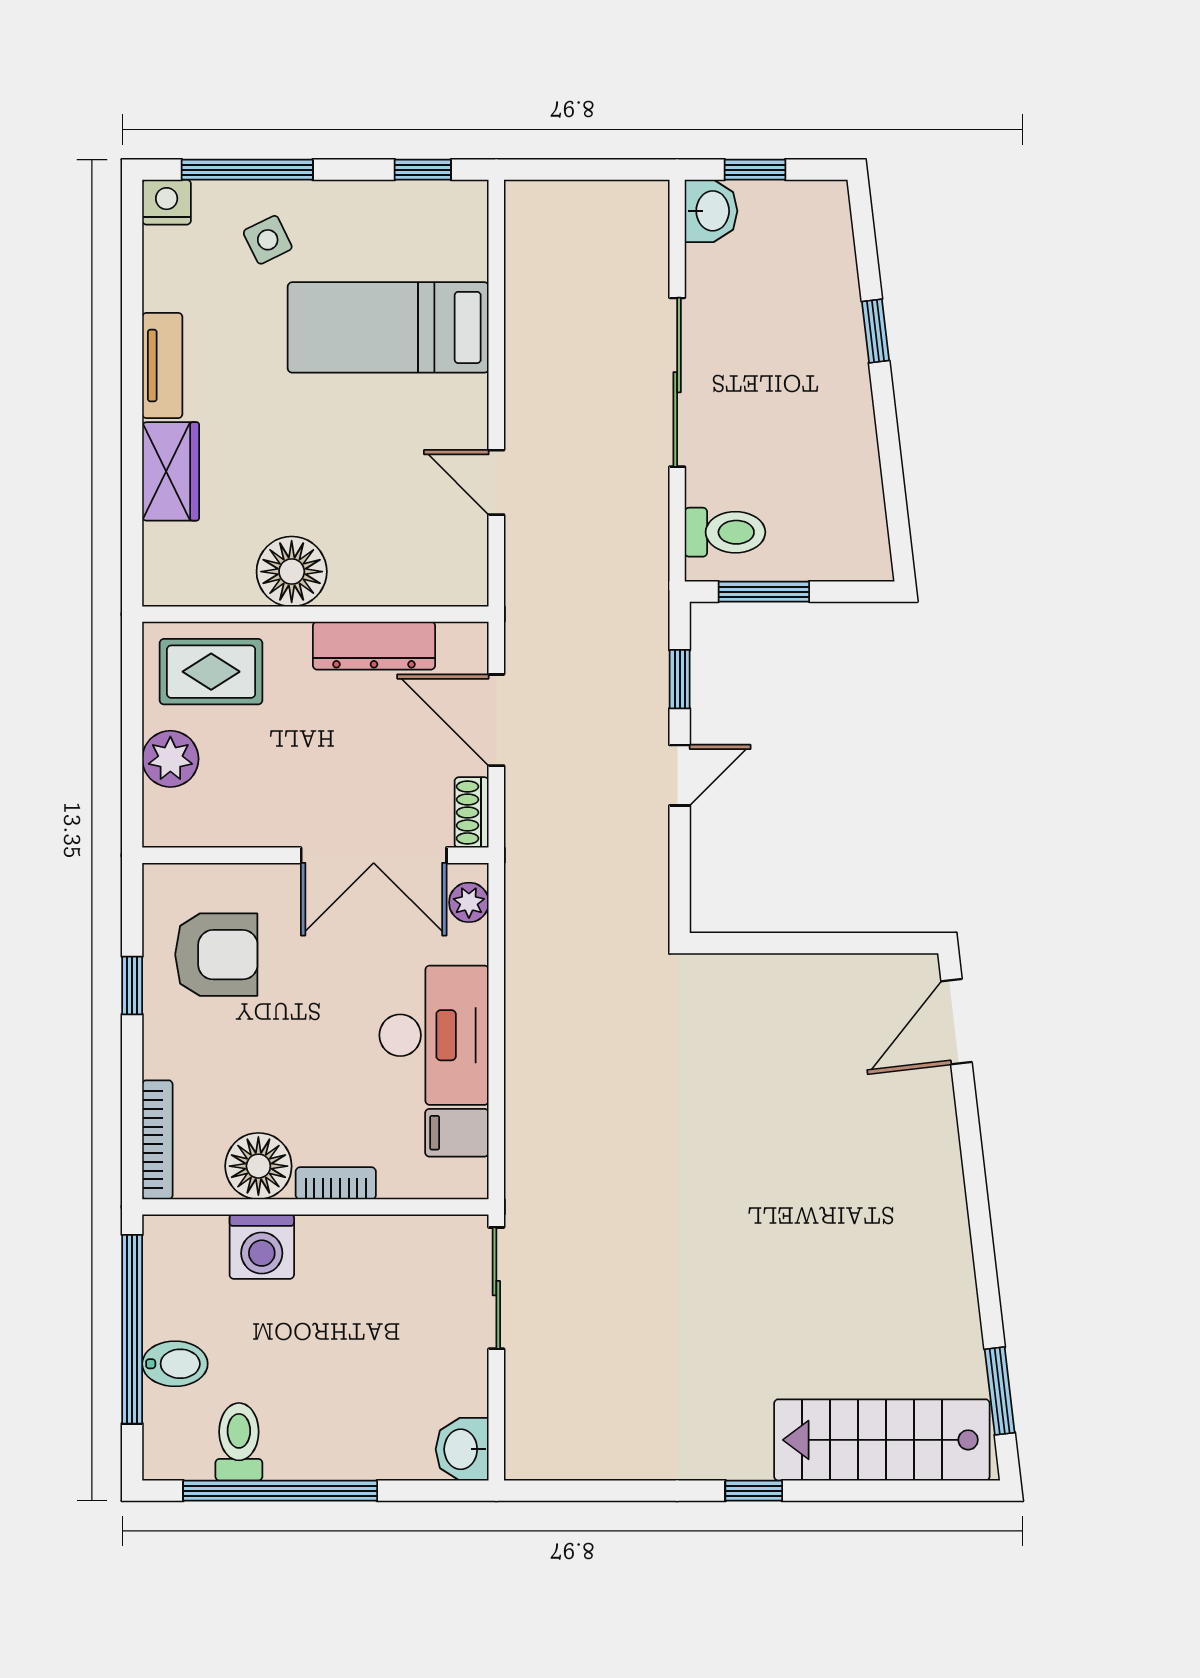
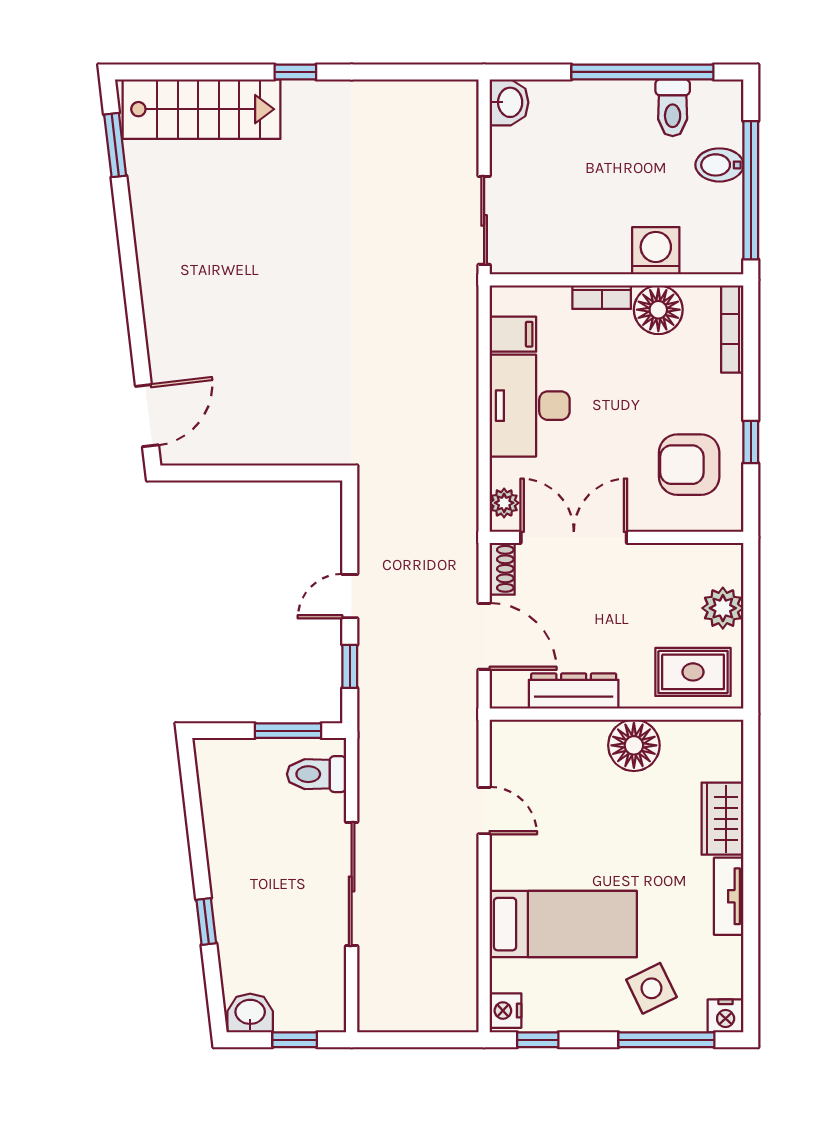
nightstand: (467, 209) -> (505, 1011), added
washbasin: (711, 211) -> (250, 1013), moved, turned 90
side table: (268, 240) -> (651, 988), width x1.37, depth x1.37

